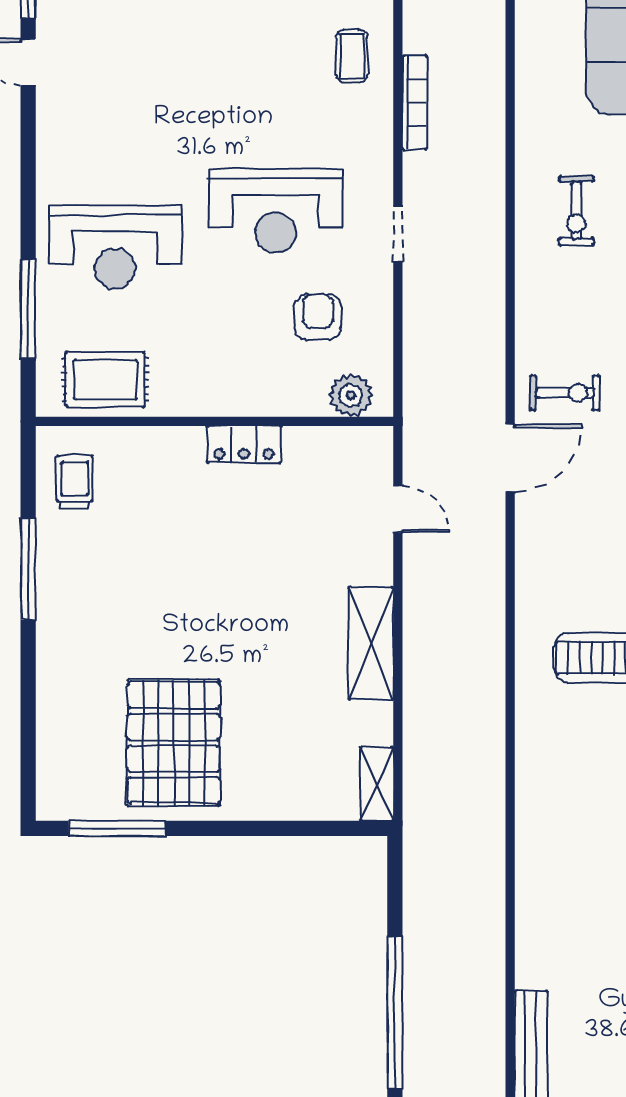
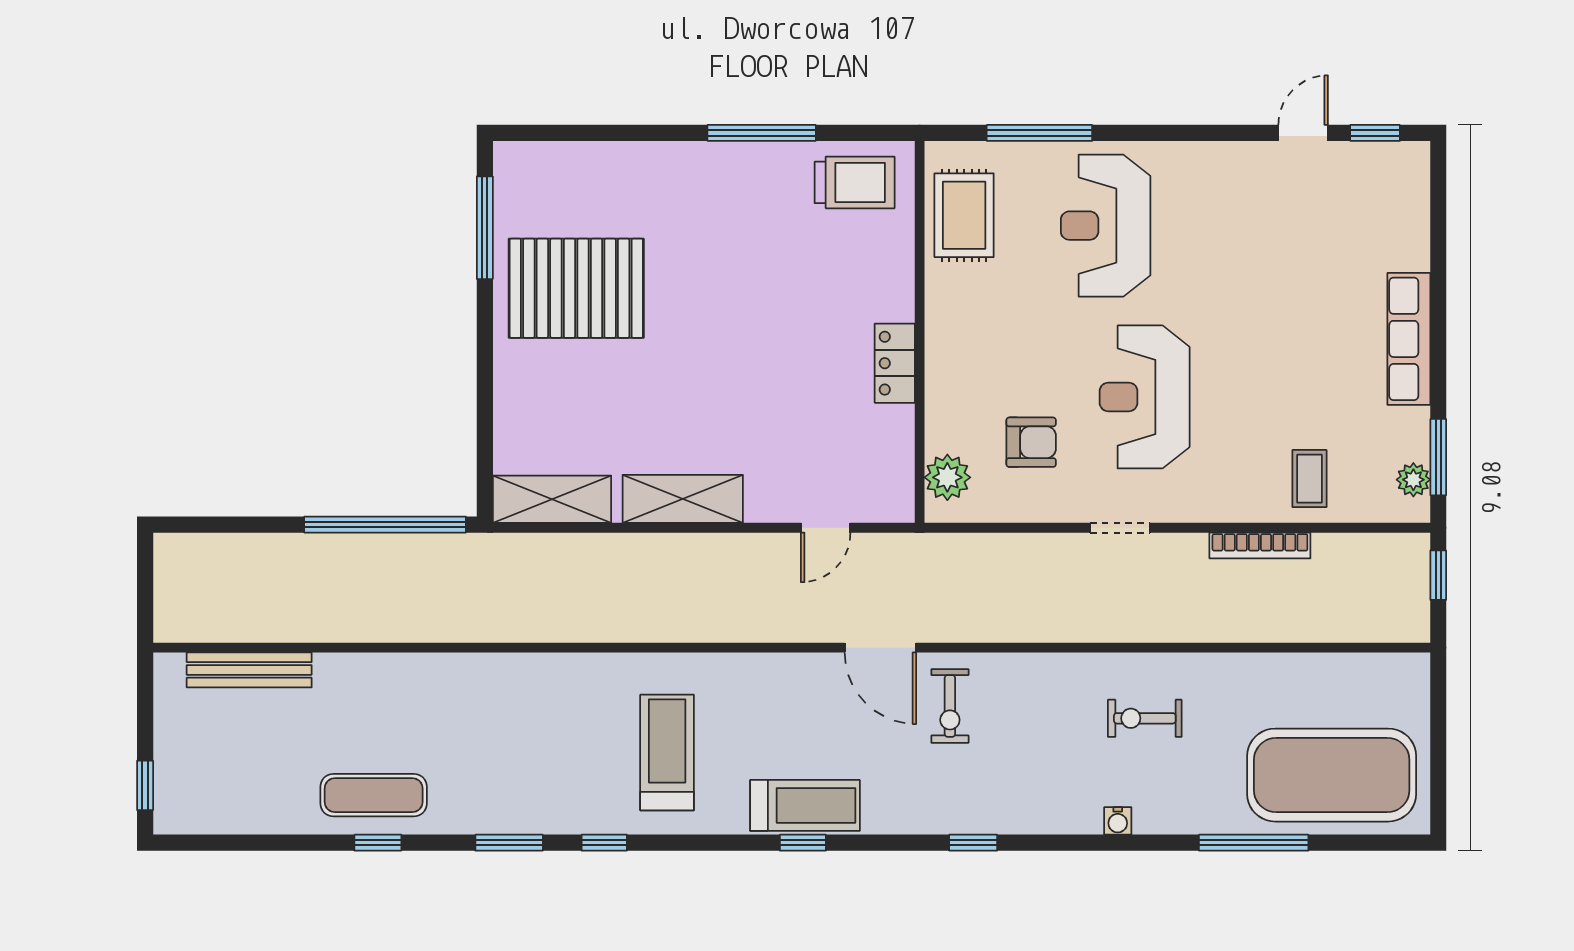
coffee table: (352, 56) -> (1310, 479), turned 90
trolley: (75, 482) -> (855, 182), width x1.36, depth x1.39
shelving: (377, 784) -> (552, 499), width x1.50, depth x1.33
window: (395, 1012) -> (385, 525), moved

